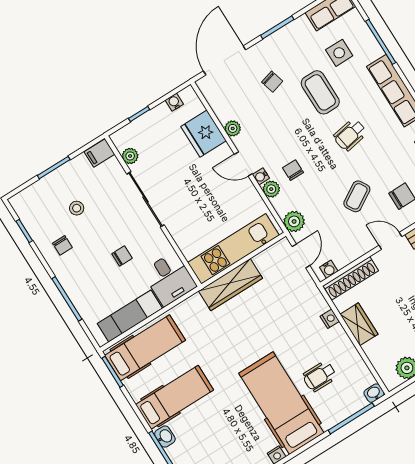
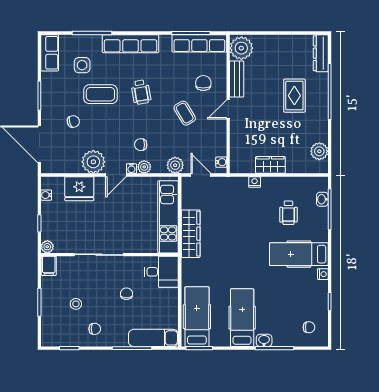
plant: (233, 128) -> (93, 162), width x1.88, depth x1.88
plant: (130, 156) -> (47, 247), moved
shoe rack: (351, 278) -> (236, 151), removed
exam couch: (130, 316) -> (153, 338), moved, turned 90
washbasin: (374, 393) -> (322, 199), moved
hospital bed: (281, 403) -> (299, 254), width x0.73, depth x0.78

